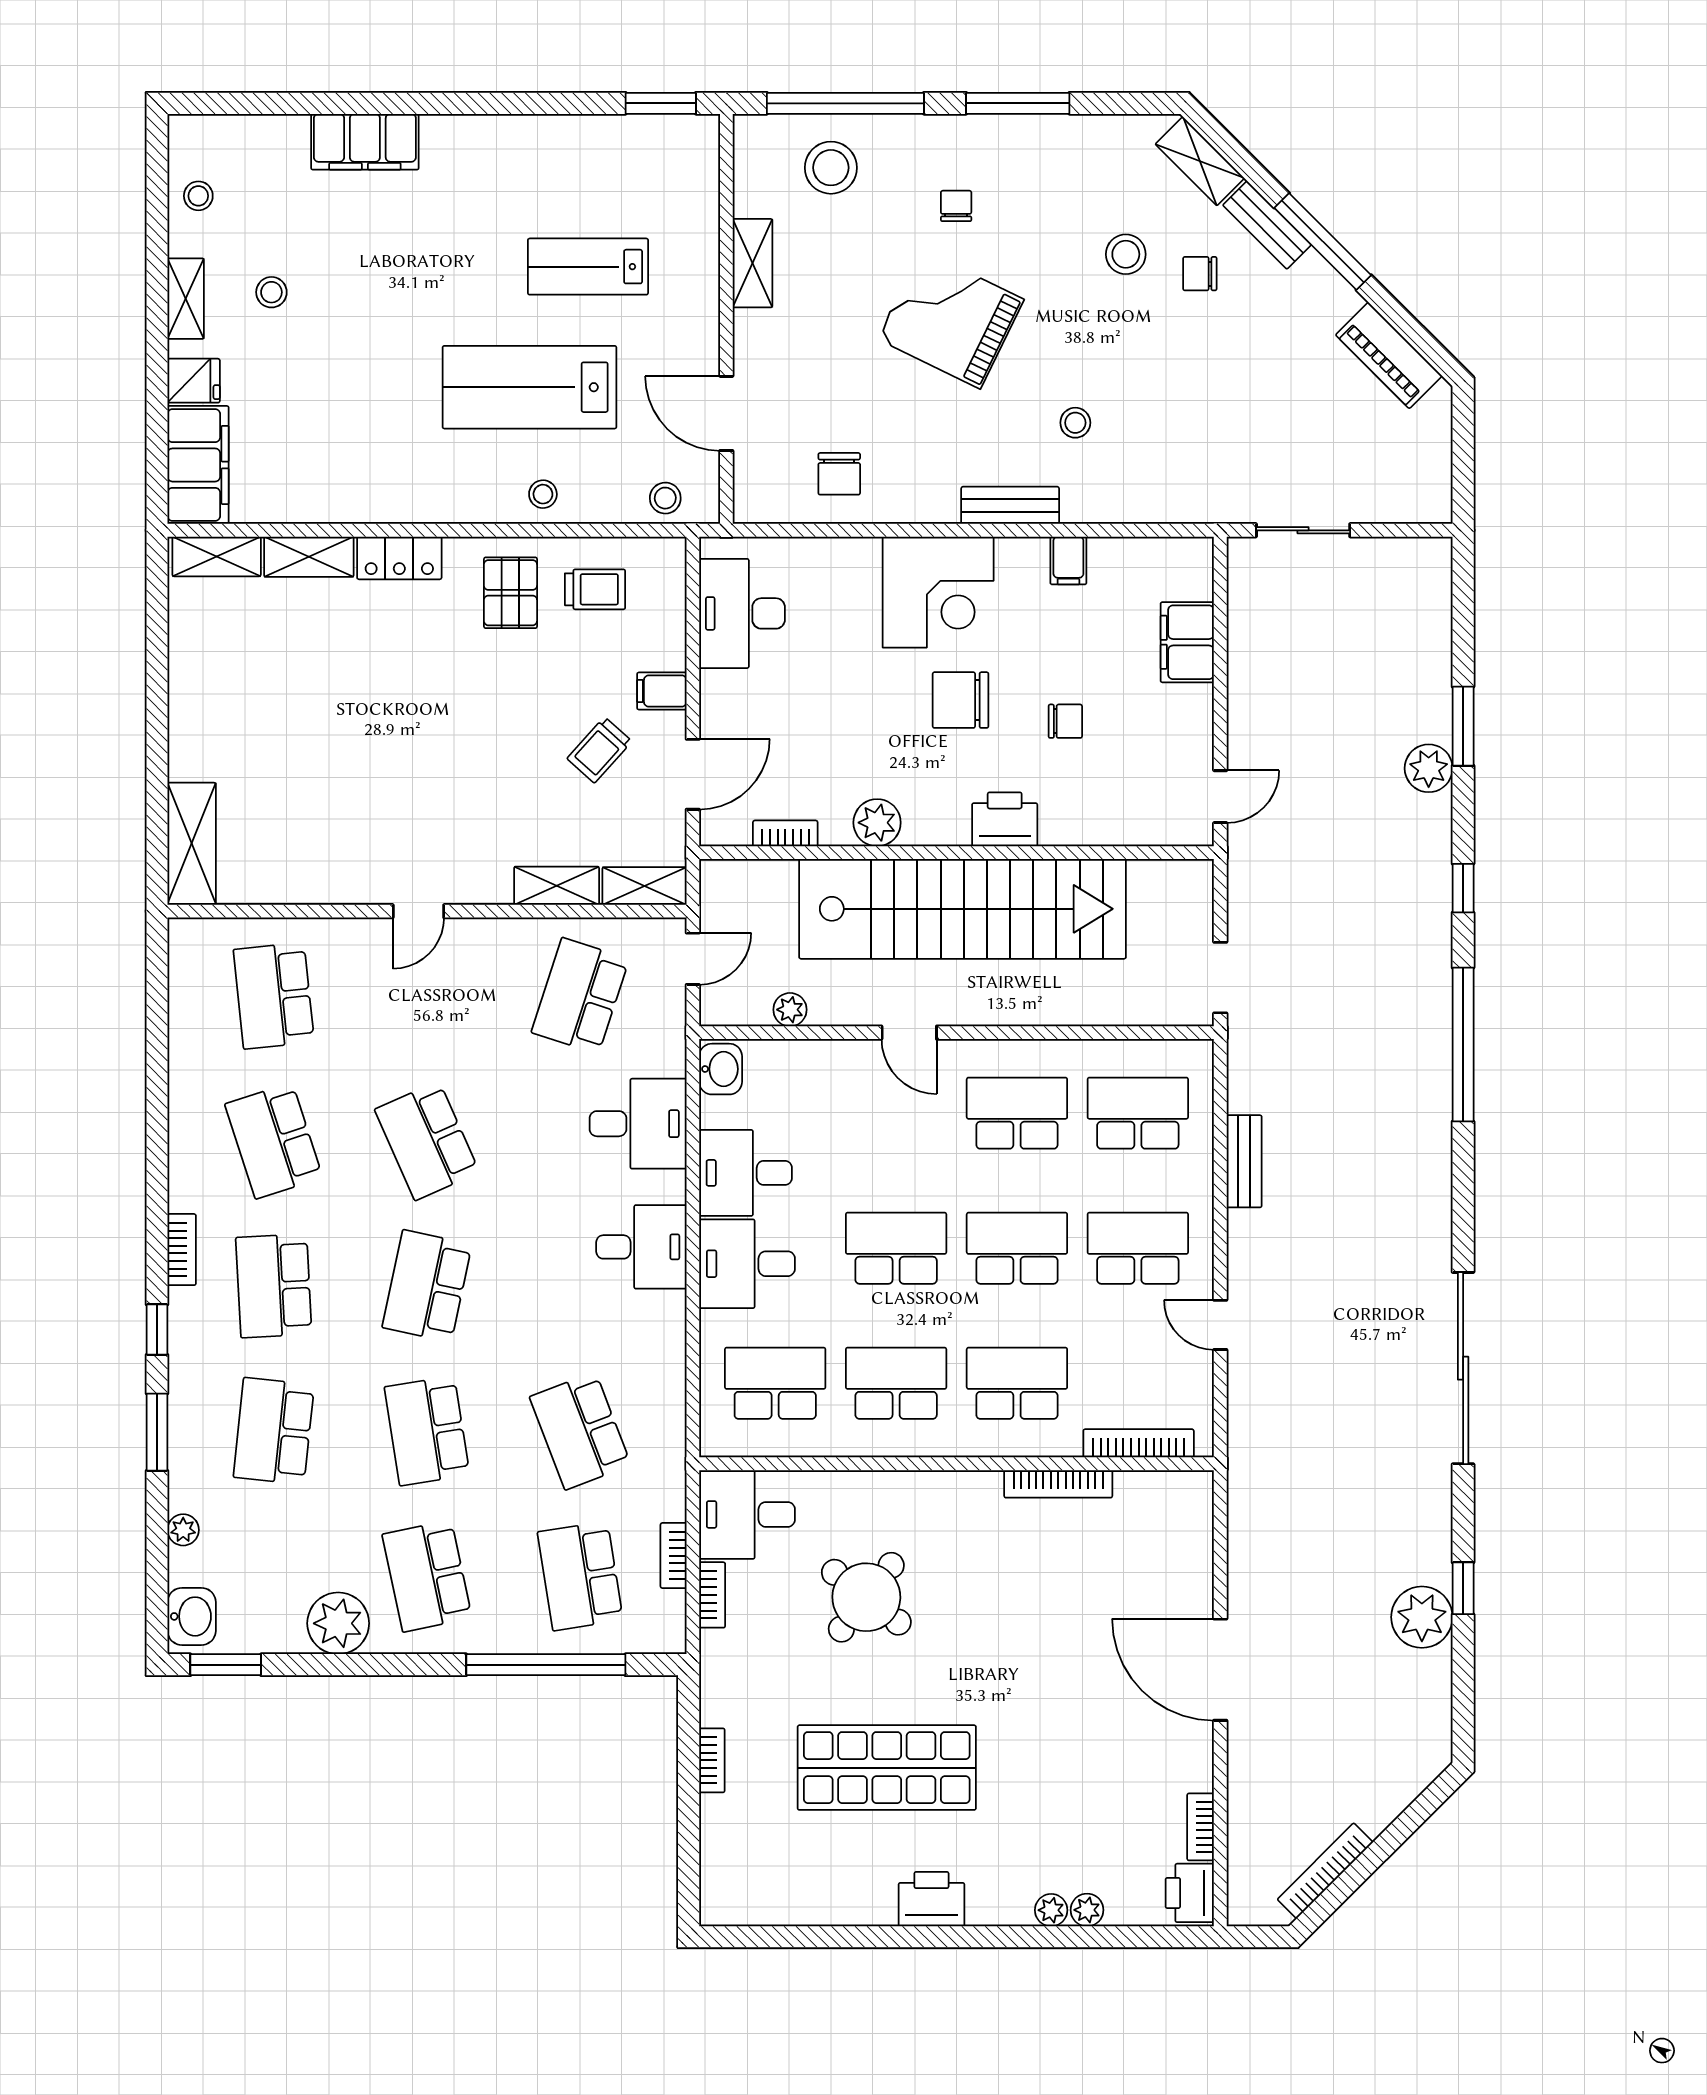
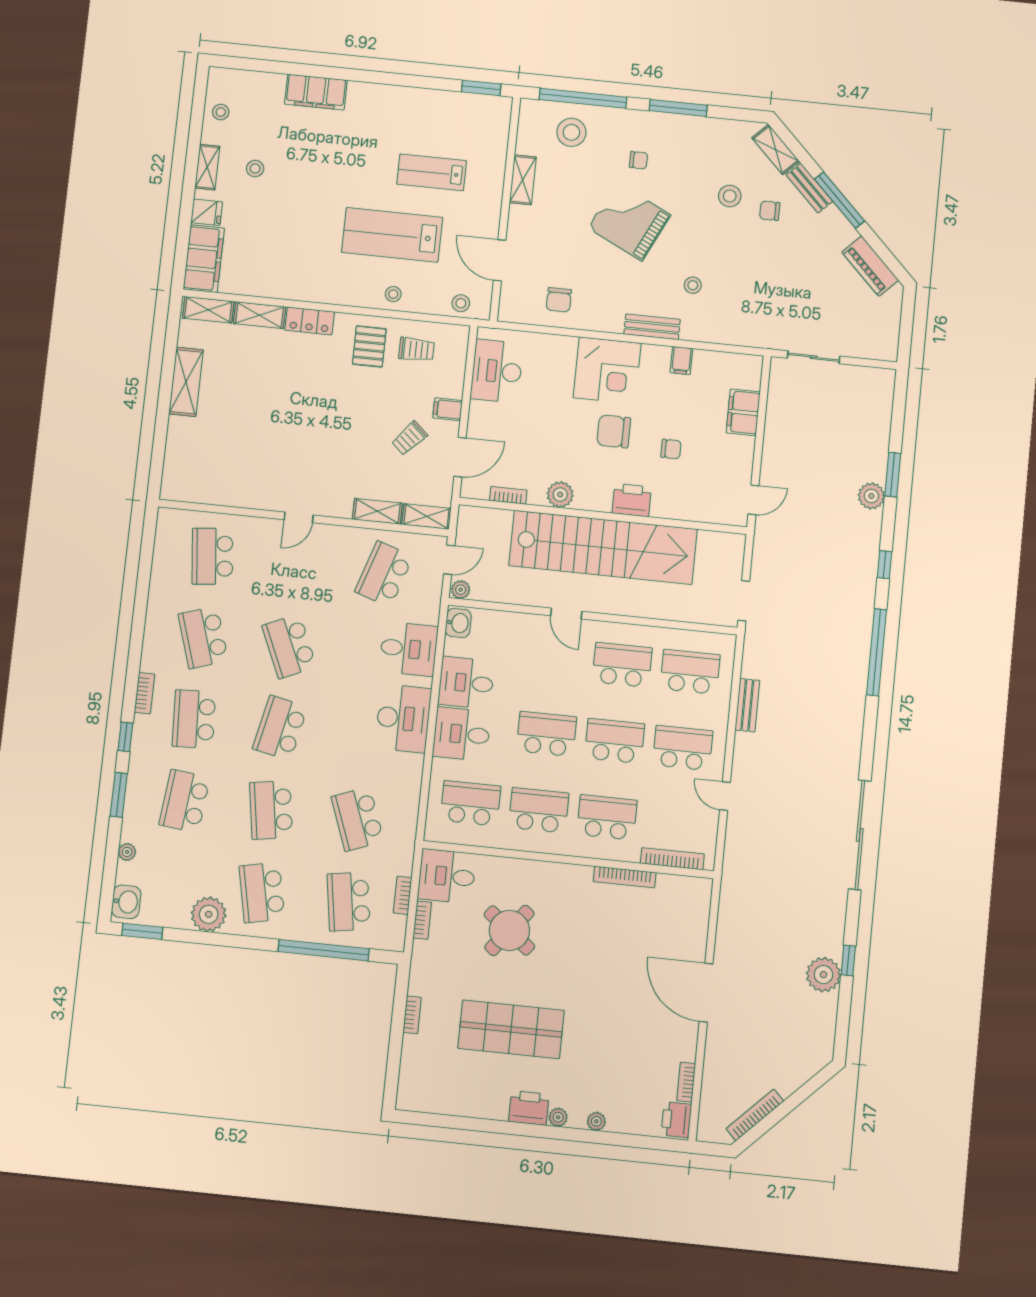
chair: (956, 206) -> (638, 160), turned 90
shelving: (192, 843) -> (186, 382), moved
plant: (790, 1010) -> (461, 590), moved
desk: (641, 1247) -> (403, 718), width x1.37
plant: (1087, 1910) -> (558, 1117), moved

